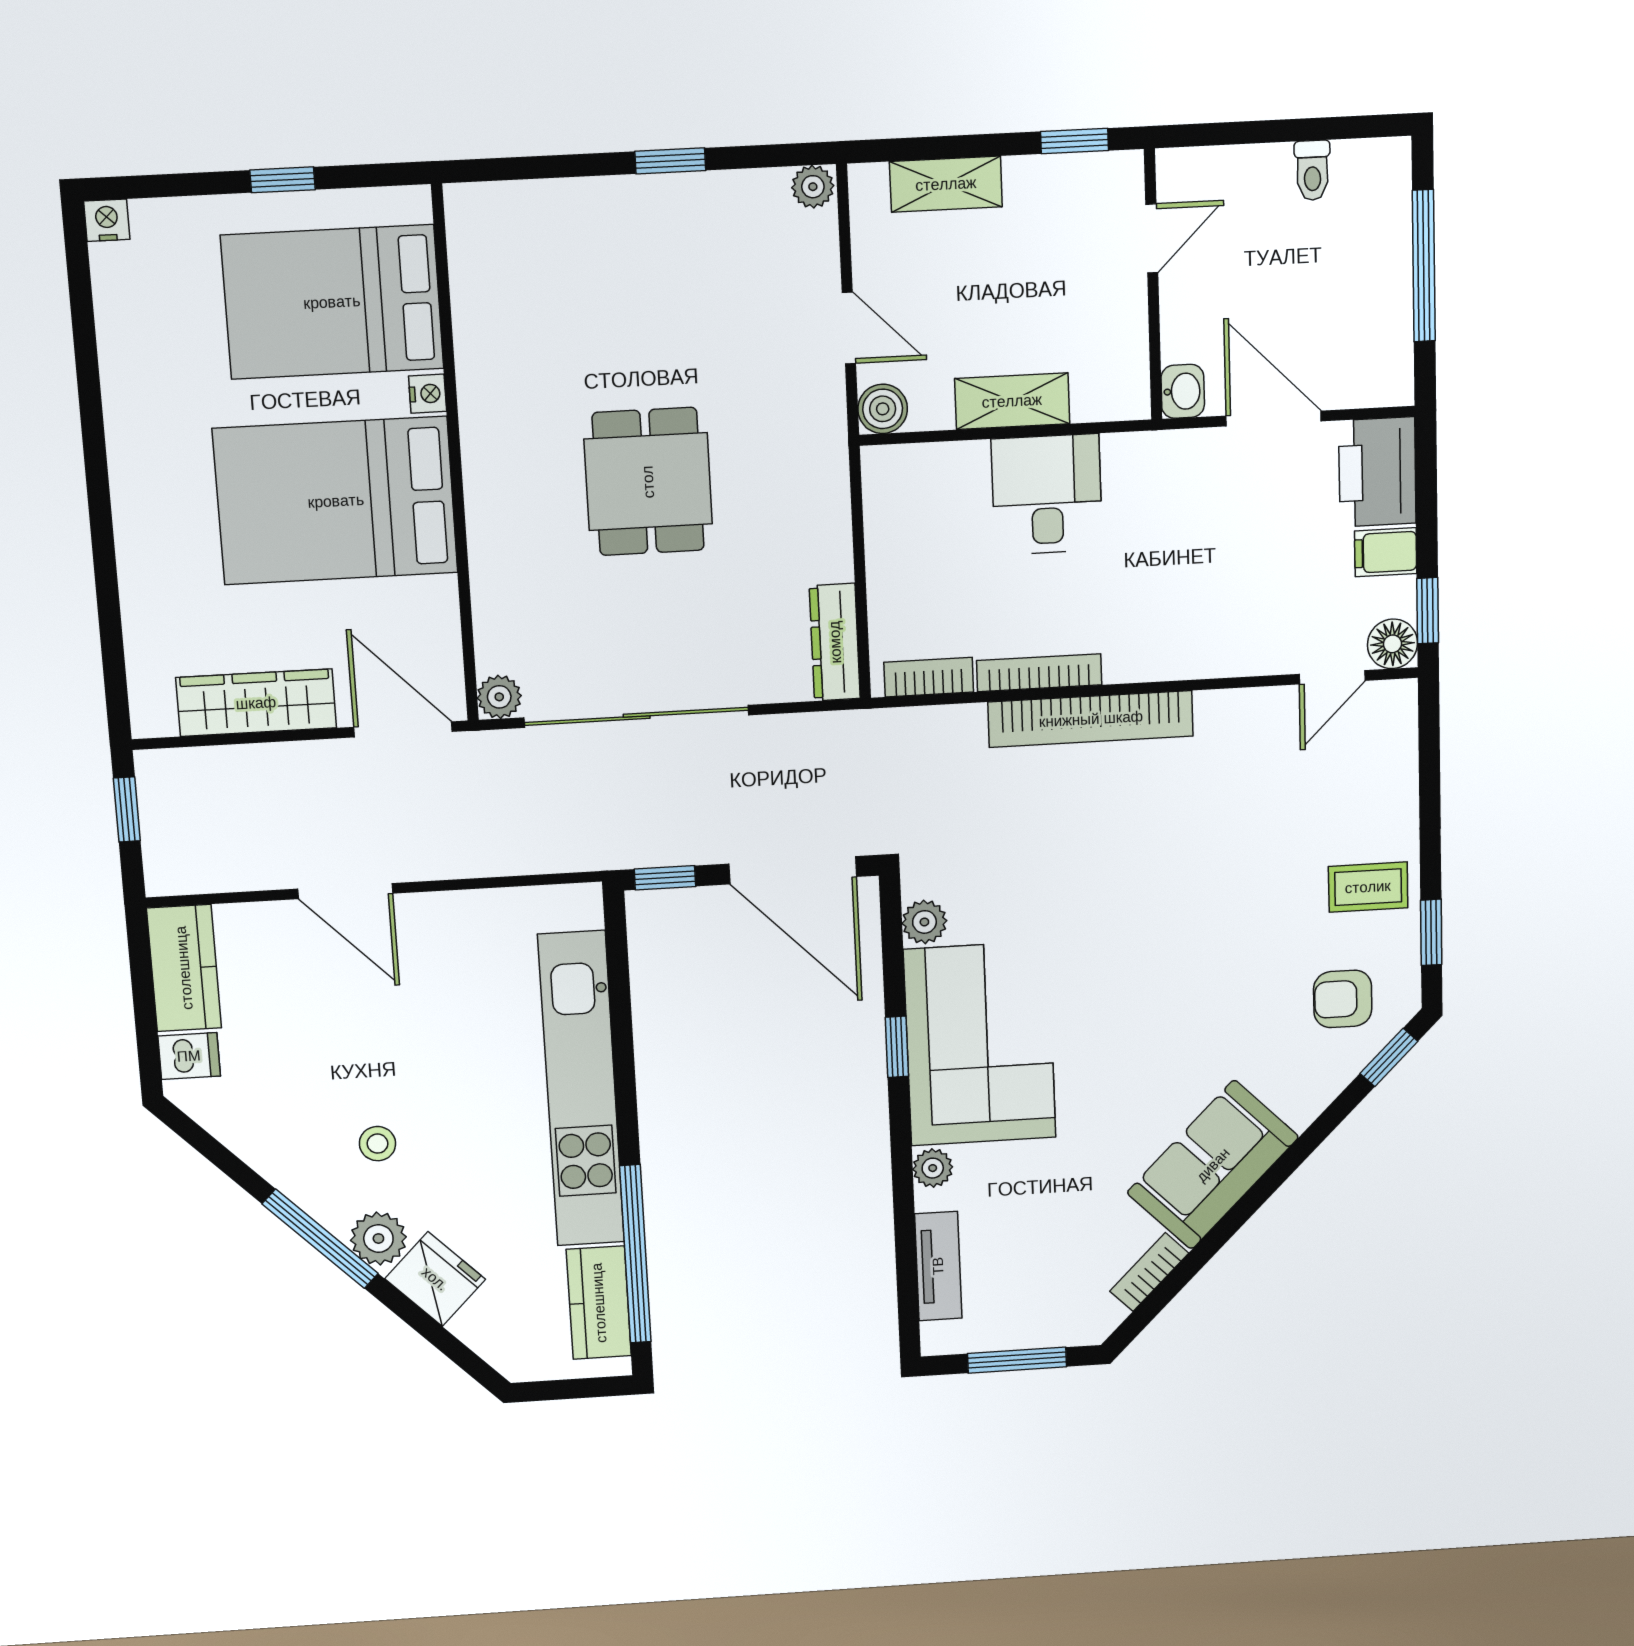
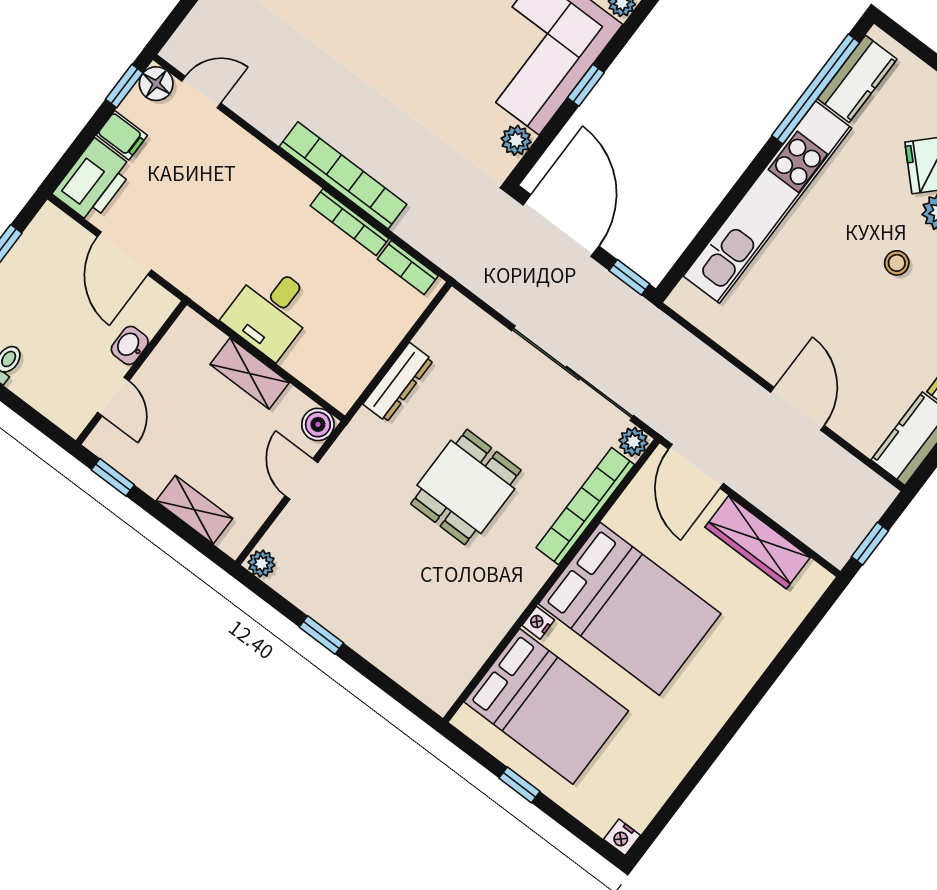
door: (1152, 238) -> (113, 397), swing flipped
washbasin: (1183, 391) -> (130, 345), moved
bookcase: (491, 576) -> (585, 506), added
dresser: (835, 642) -> (398, 382), moved

